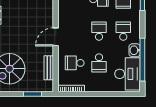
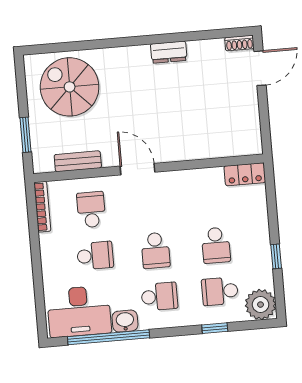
school desk: (99, 31) -> (155, 250), turned 90
school desk: (99, 63) -> (95, 256), turned 180

